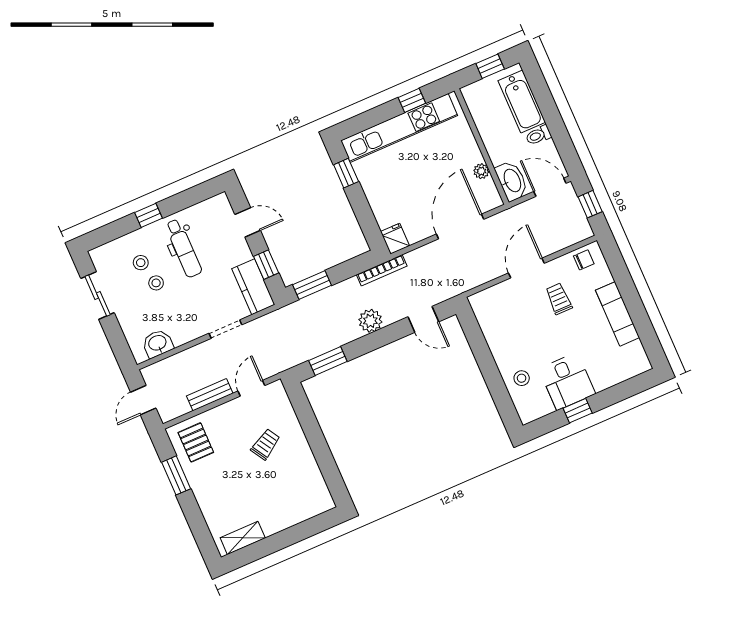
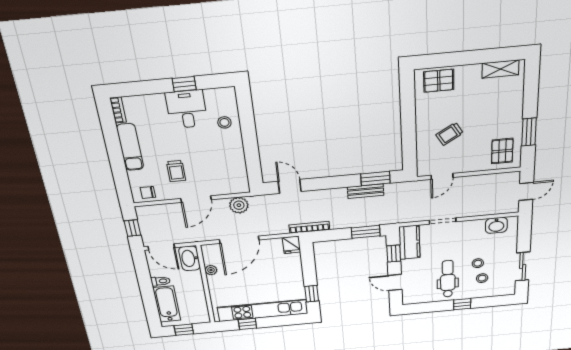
plant: (370, 321) -> (239, 205), moved
bookcase: (641, 357) -> (118, 110), added
bench: (210, 395) -> (366, 191), moved
pallet: (304, 503) -> (439, 81), added

